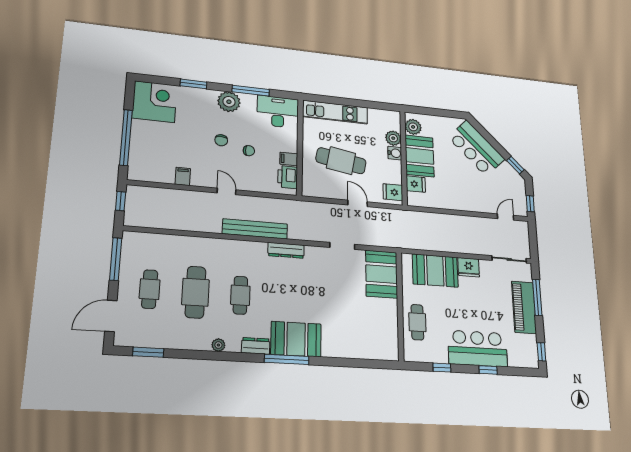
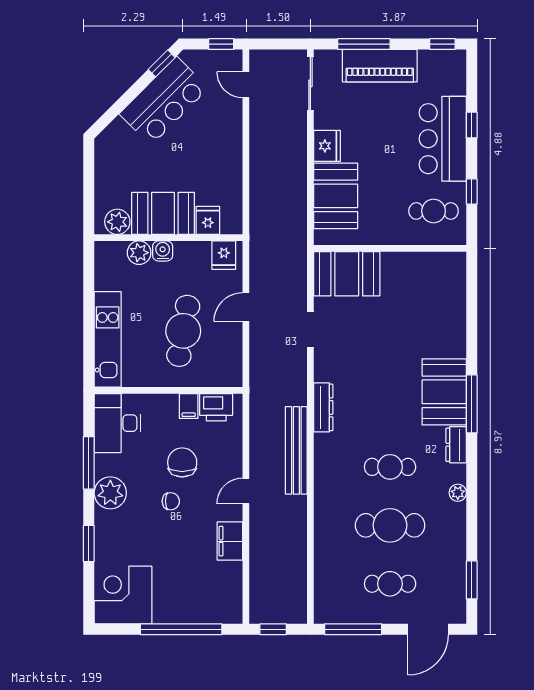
bar counter: (476, 148) -> (164, 101), moved
chair: (249, 151) -> (182, 462), width x1.87, depth x1.87
filing cabinet: (183, 176) -> (230, 541), width x2.00
door: (111, 316) -> (428, 629), hinge flipped
cafe table: (417, 322) -> (434, 211), moved

